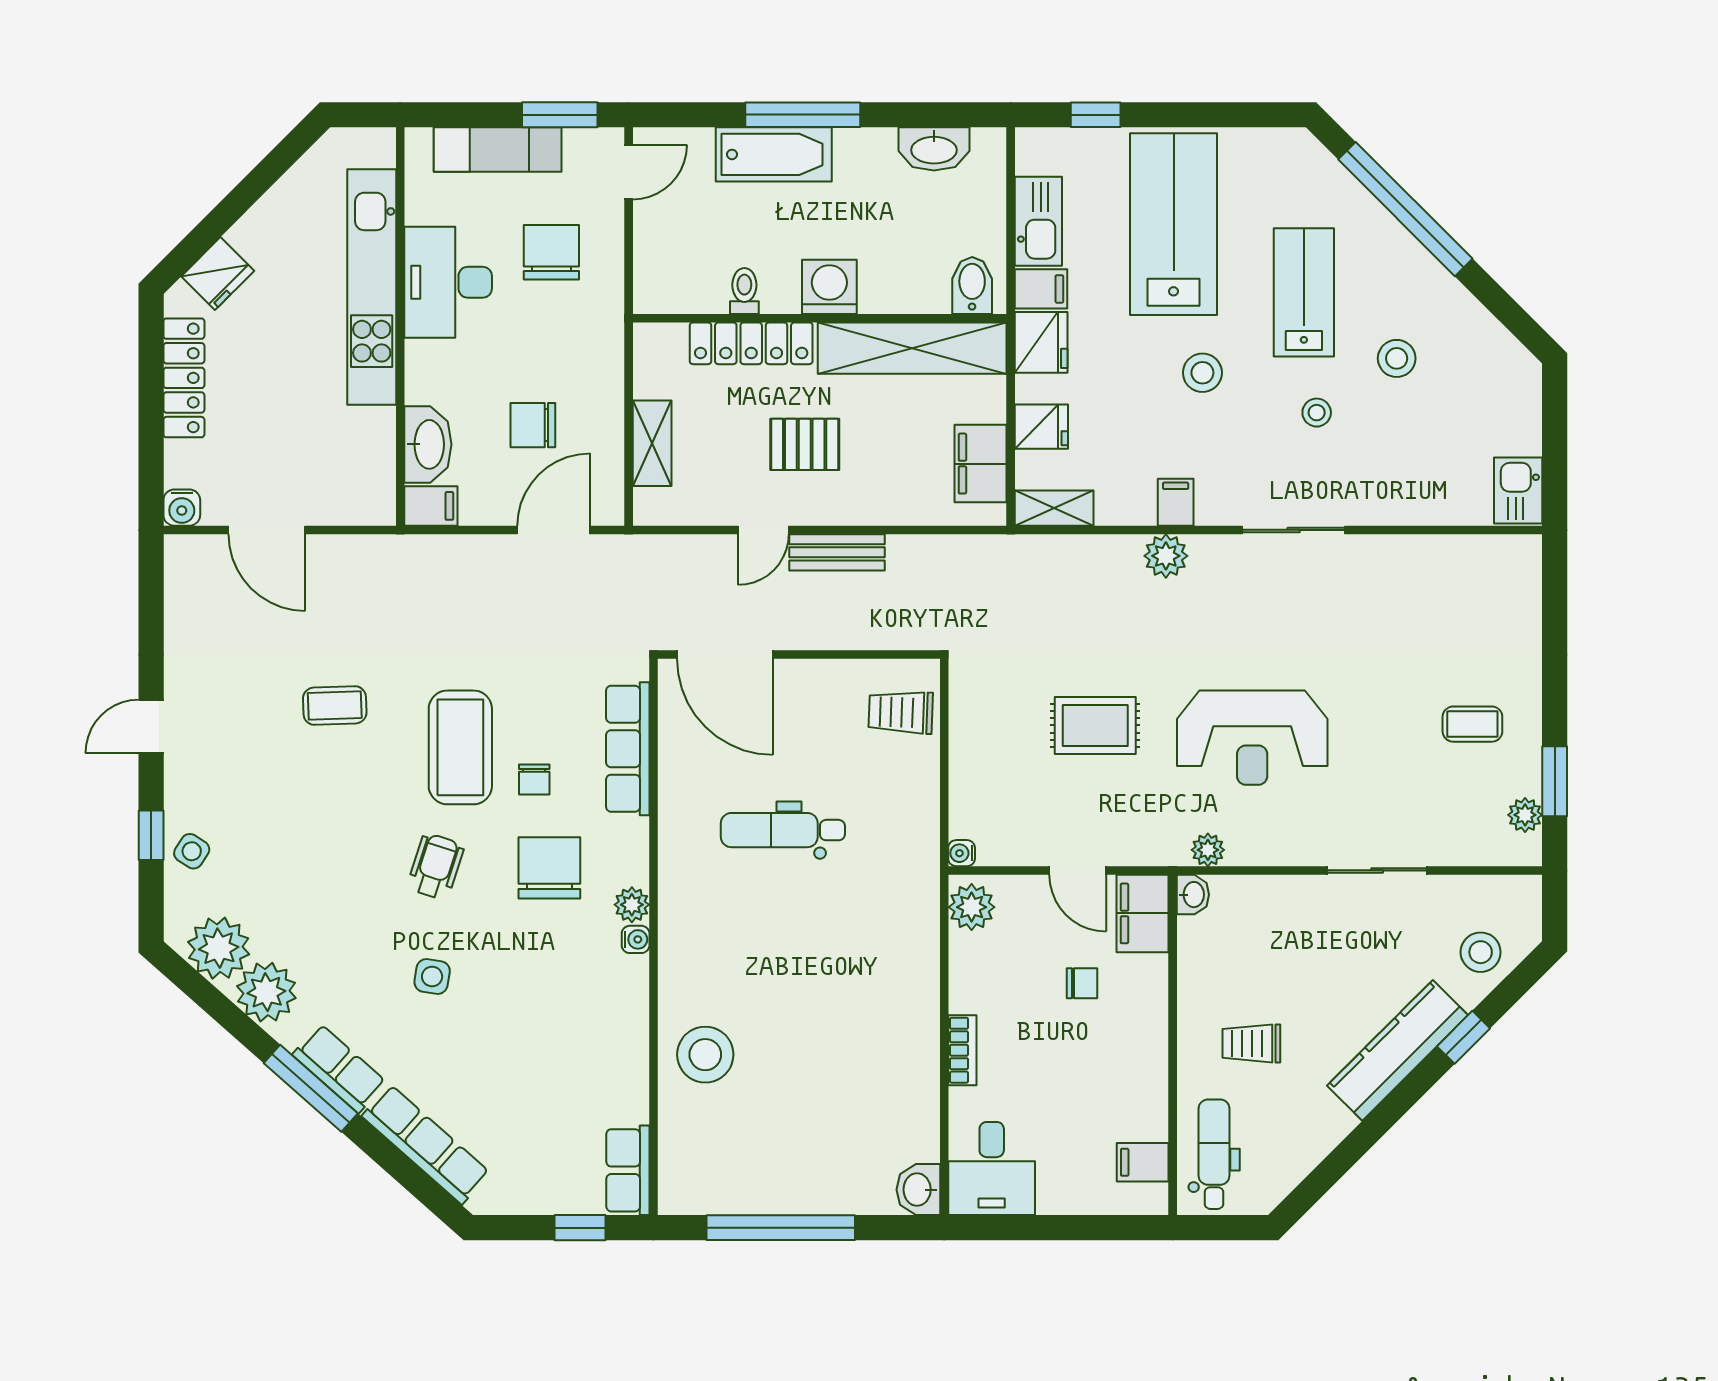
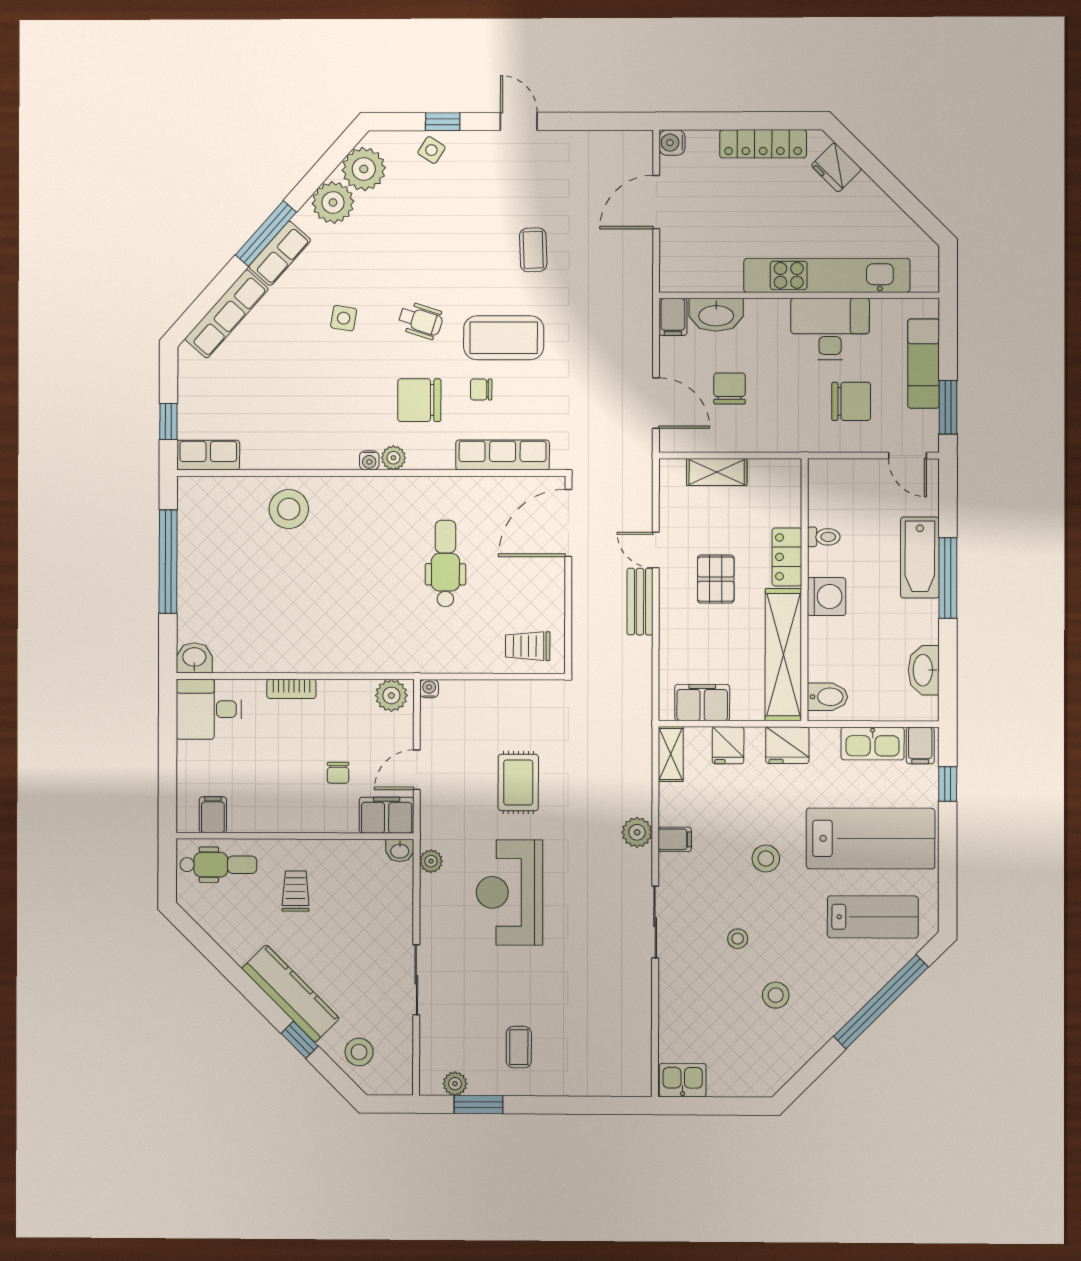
filing cabinet: (1041, 289) -> (920, 745), moved
lab bench: (1304, 292) -> (873, 917), moved
locker: (751, 343) -> (787, 557), width x0.66
trolley: (901, 712) -> (528, 646), turned -92
chair: (549, 868) -> (419, 400), turned 180

